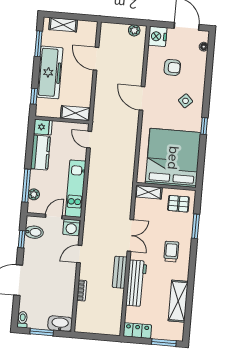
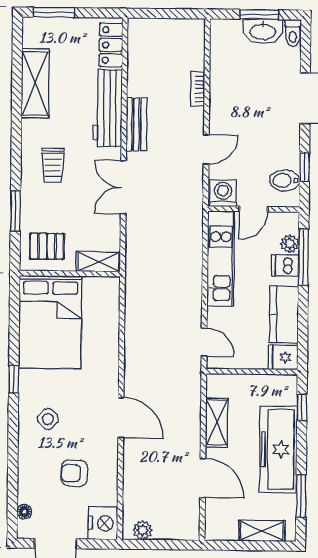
shelving: (75, 113) -> (217, 423), moved, turned 90
bed: (173, 158) -> (50, 322), width x0.73
dishwasher: (38, 182) -> (285, 265), added
washbasin: (60, 324) -> (263, 31), moved
locker: (137, 331) -> (111, 45), moved, turned 90

